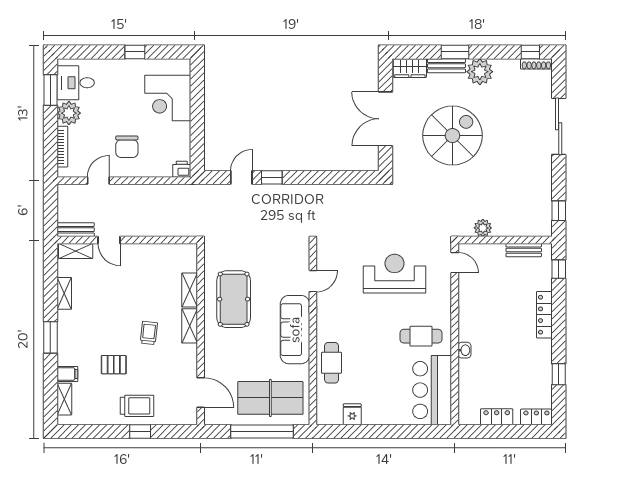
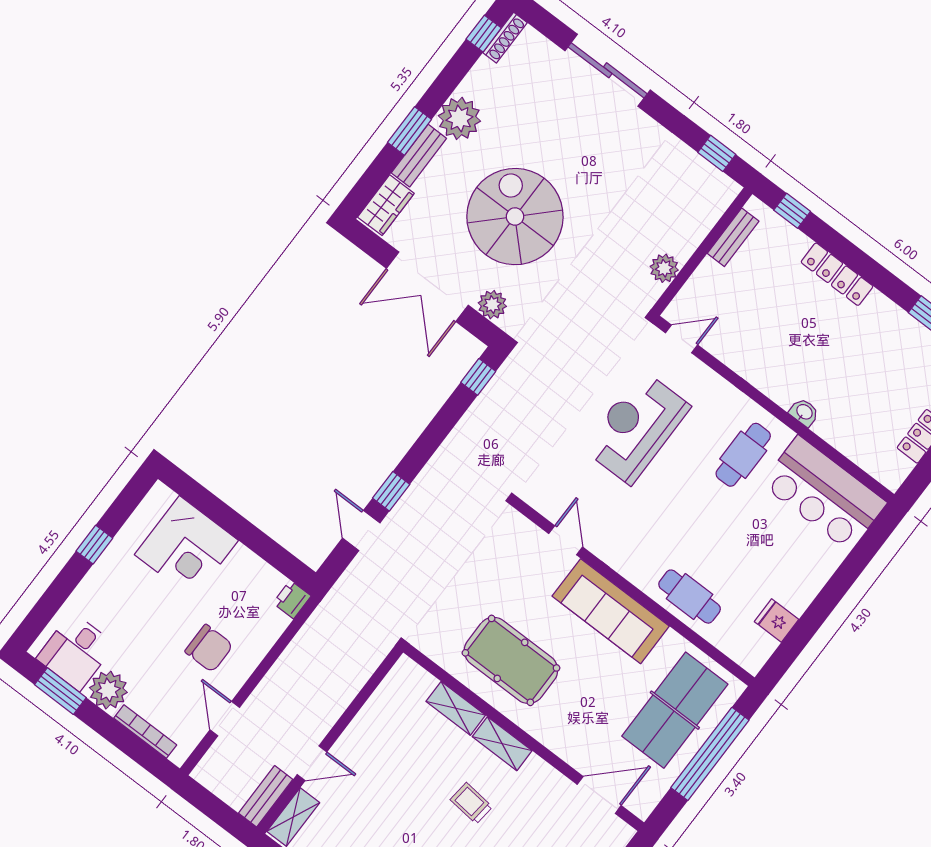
plant: (401, 157) -> (492, 305), added
window: (360, 177) -> (478, 377), added

